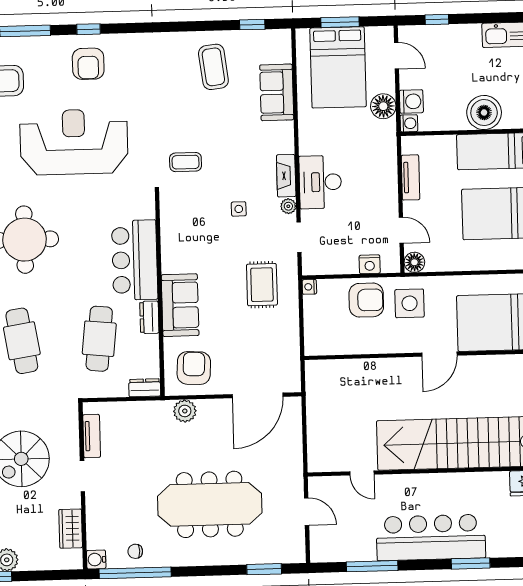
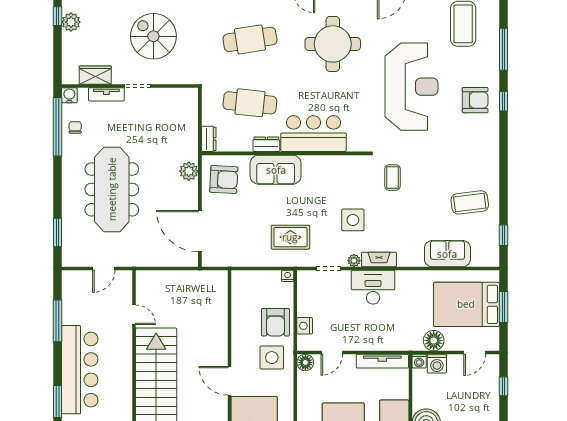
armchair: (88, 64) -> (475, 100), turned 180
tv unit: (410, 177) -> (382, 361), width x1.41
side table: (239, 209) -> (353, 220), width x1.87, depth x1.87
tv unit: (92, 436) -> (106, 94), moved
door: (362, 473) -> (134, 315), swing flipped

